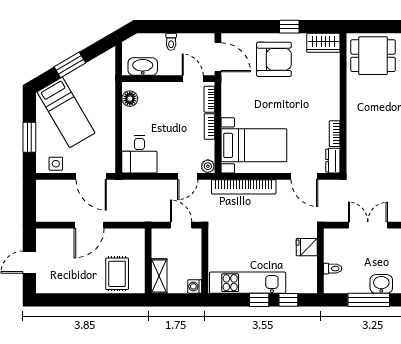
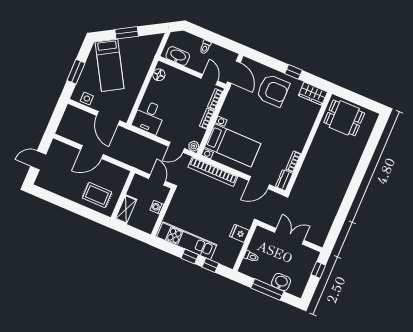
door: (304, 176) -> (259, 183), hinge flipped
rug: (117, 274) -> (97, 195), turned 90
washing machine: (195, 286) -> (157, 207), moved

